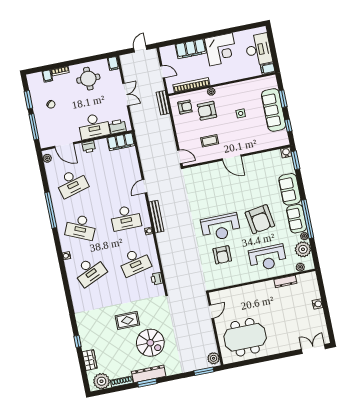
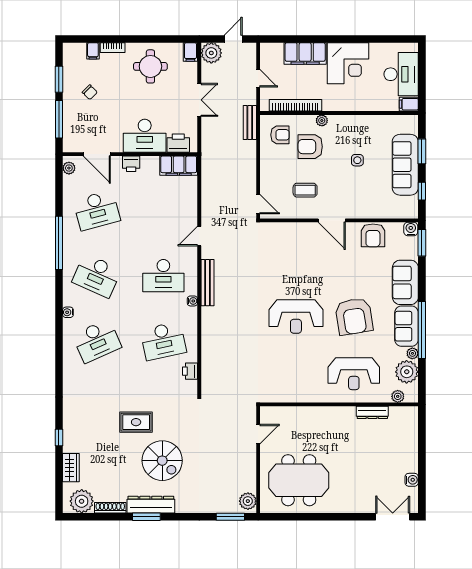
plant: (127, 61) -> (211, 53), added
armchair: (222, 255) -> (373, 235), moved
water cooler: (318, 304) -> (412, 480), moved

